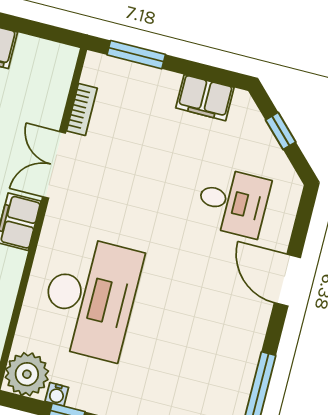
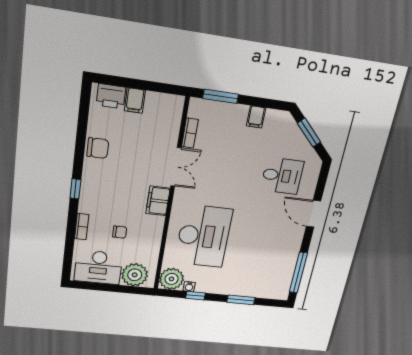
filing cabinet: (205, 98) -> (256, 117), width x0.50
window: (281, 131) -> (309, 133), width x1.50
double door: (54, 165) -> (176, 167), swing flipped

